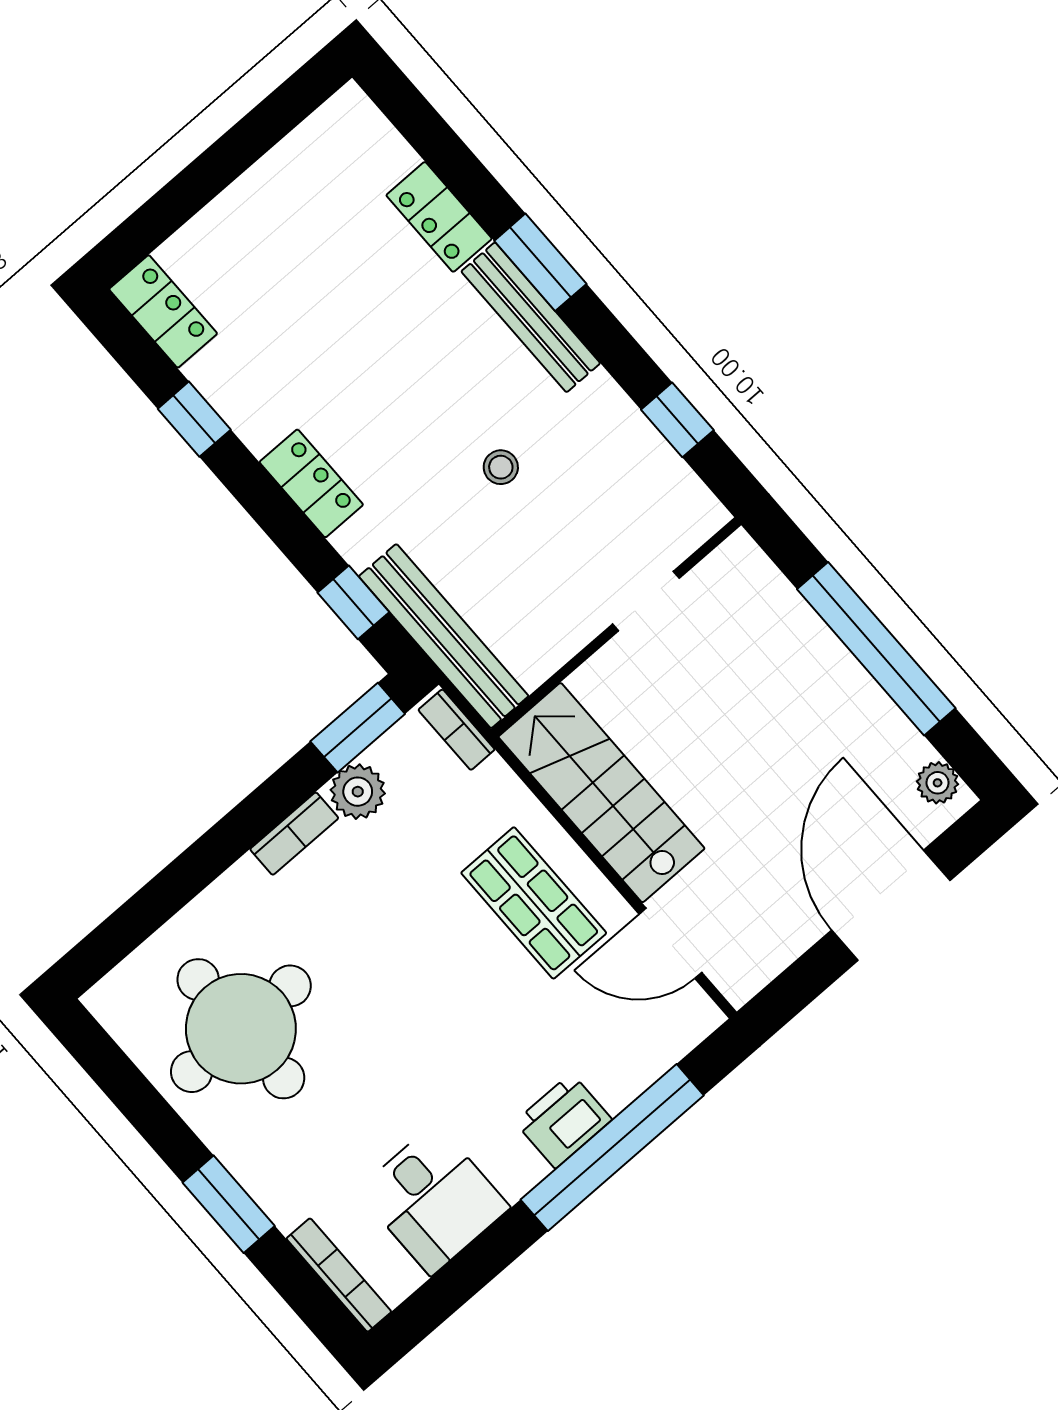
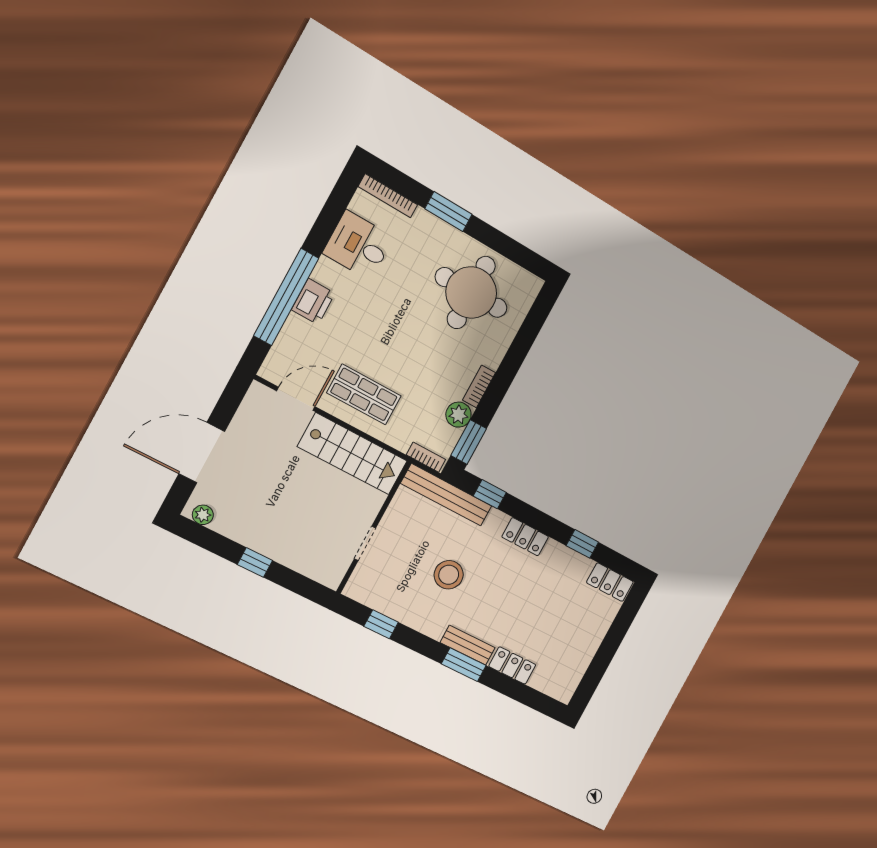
bench: (531, 317) -> (468, 645), width x0.73
stool: (501, 467) -> (449, 575), width x1.89, depth x1.89
window: (876, 649) -> (255, 562), width x0.32
door: (891, 905) -> (202, 453), swing flipped

